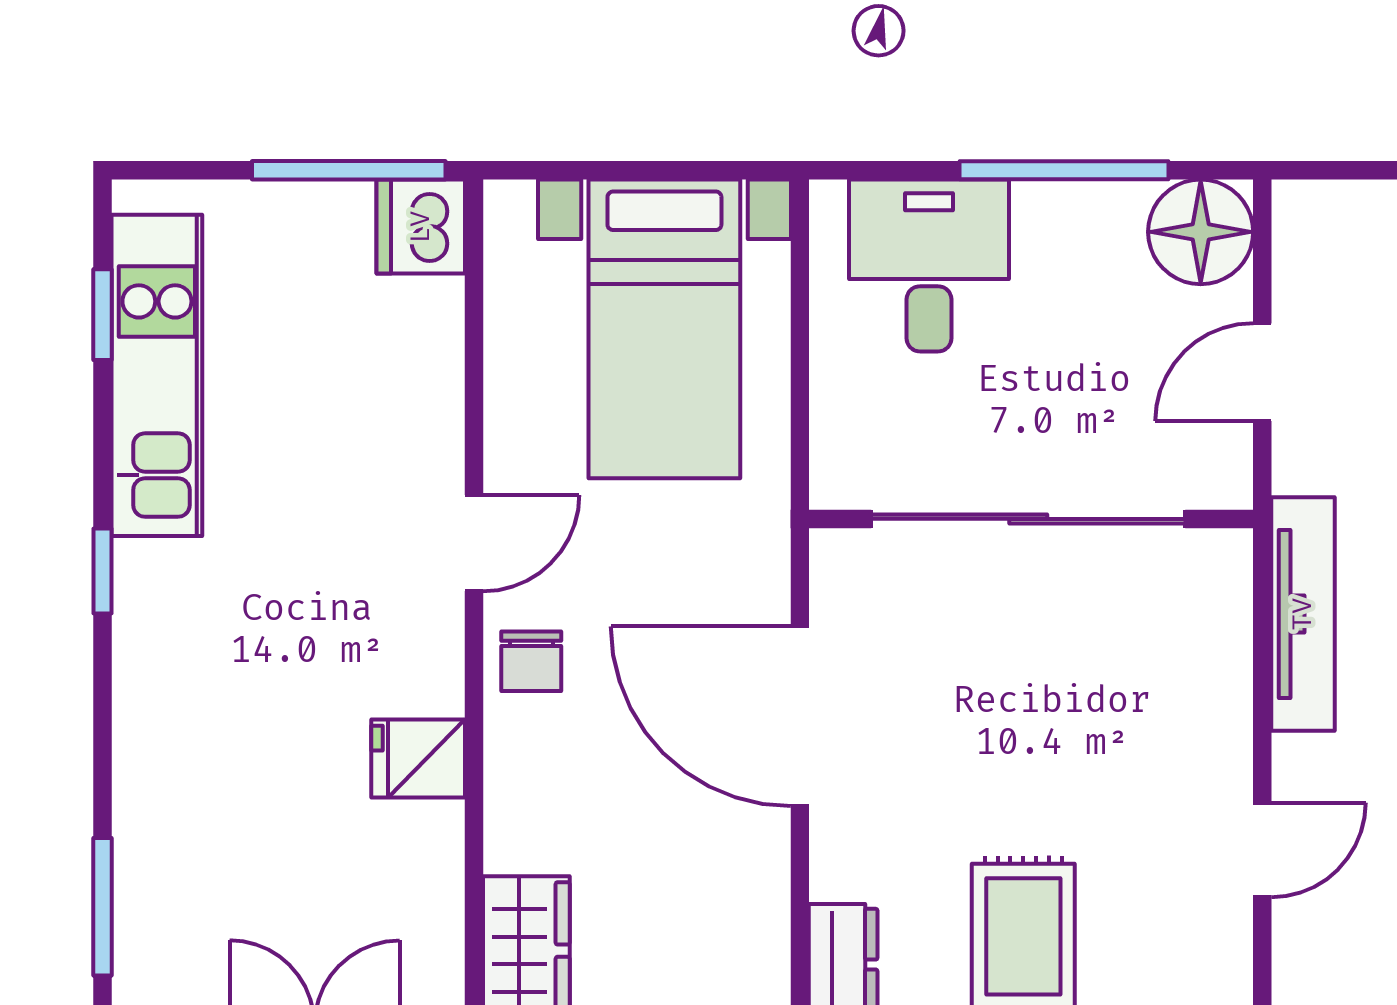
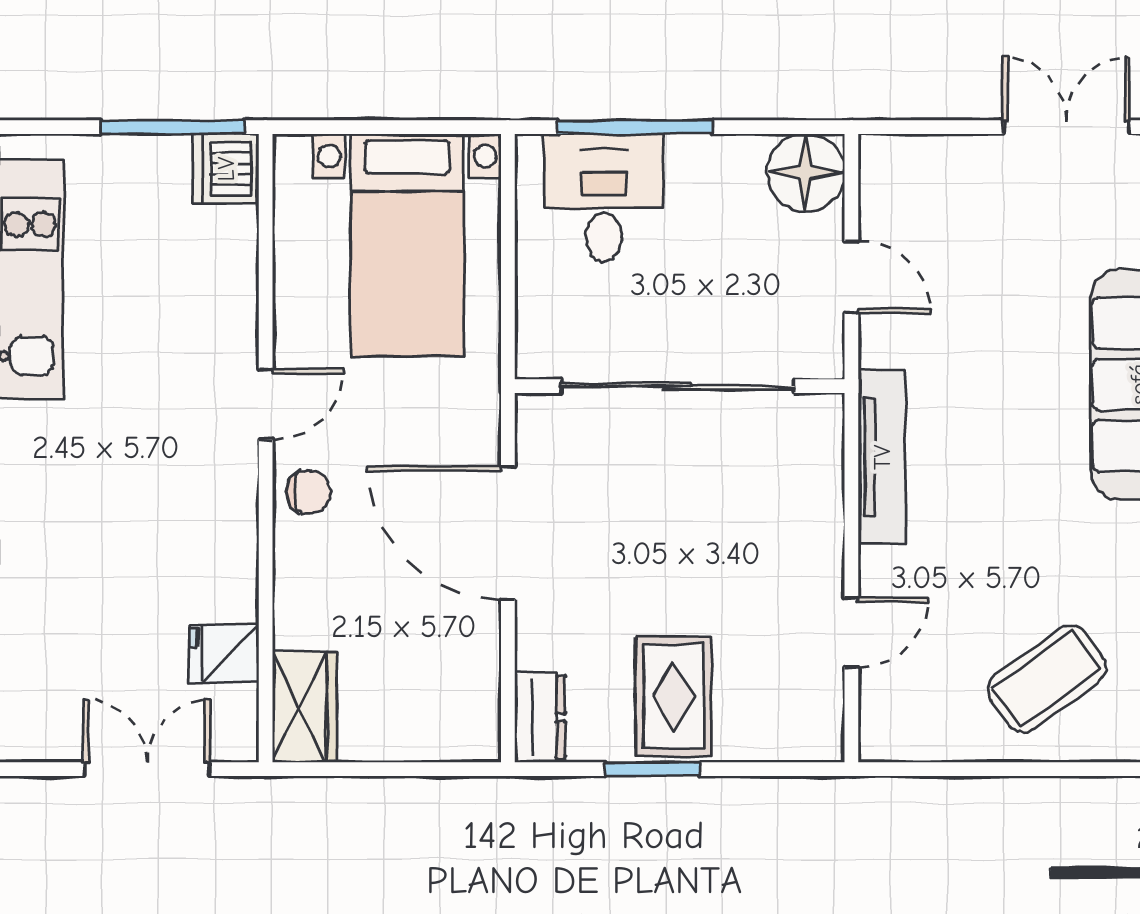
window: (1064, 170) -> (635, 127), moved
door: (1262, 372) -> (851, 277), swing flipped
chair: (531, 661) -> (308, 492), turned -90
fridge: (418, 758) -> (224, 653), moved

